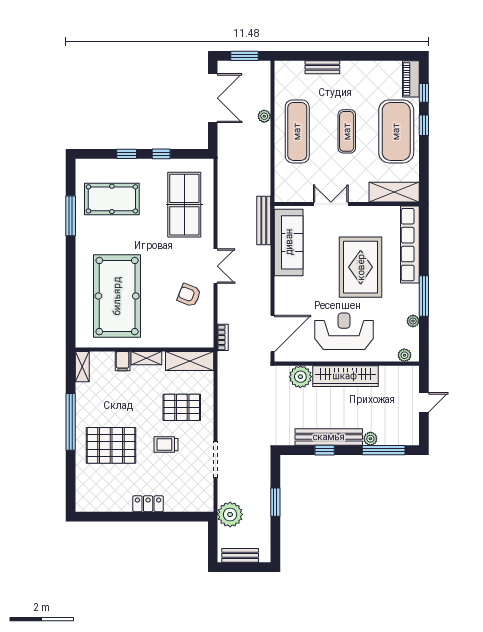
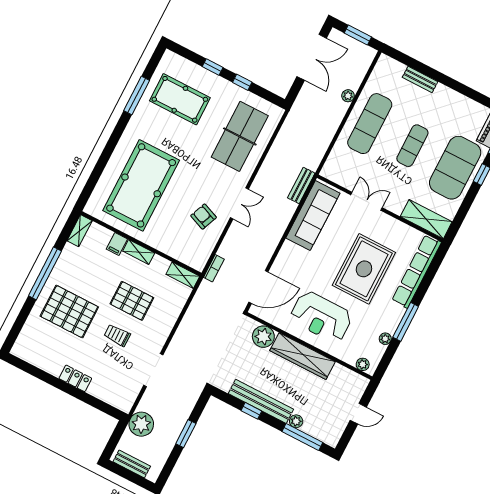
bench: (264, 220) -> (301, 185), width x0.73
reception desk: (344, 331) -> (321, 317), turned 180
shelving: (190, 361) -> (183, 275), width x0.67, depth x0.75
pallet: (182, 407) -> (132, 301), moved

